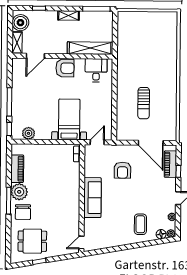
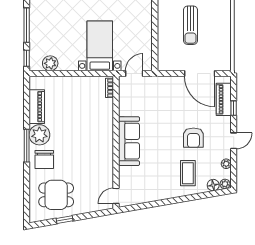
armchair: (122, 170) -> (193, 138), moved

